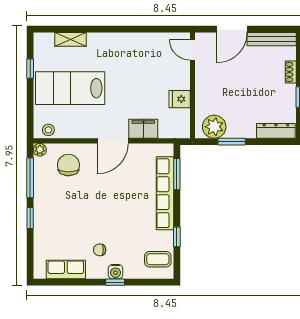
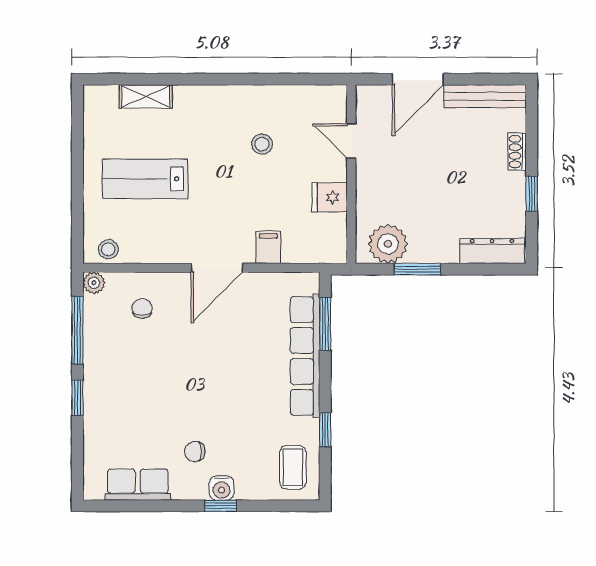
door: (192, 50) -> (351, 141), moved
stool: (139, 68) -> (262, 144), added
window: (30, 69) -> (77, 146), removed
lab bench: (70, 88) -> (145, 179), width x0.73, depth x0.72
filing cabinet: (143, 129) -> (268, 247), width x0.50
chair: (68, 165) -> (142, 308), width x0.54, depth x0.54
coffee table: (158, 259) -> (293, 467), turned 90

